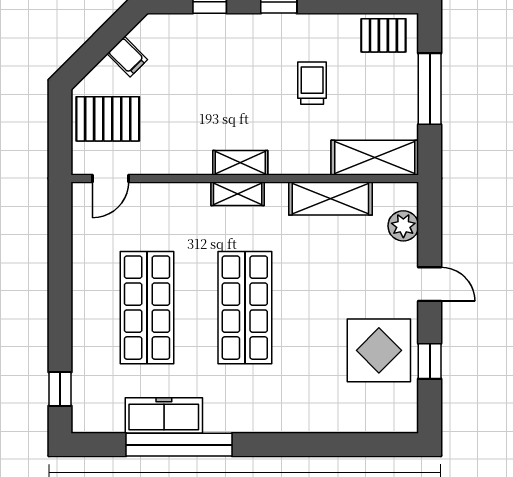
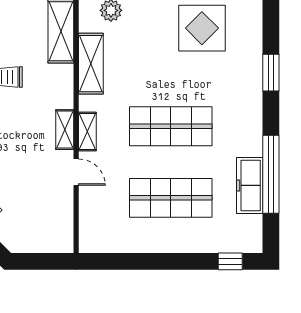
pallet: (108, 119) -> (33, 226), removed
door: (110, 178) -> (76, 172), moved
window: (318, 445) -> (271, 73), added

